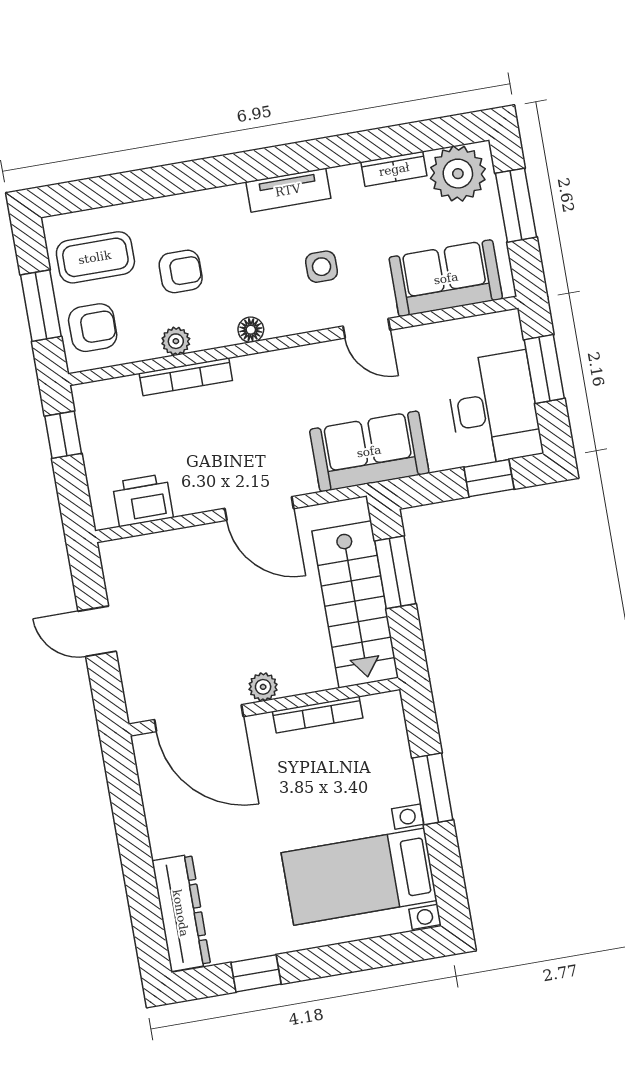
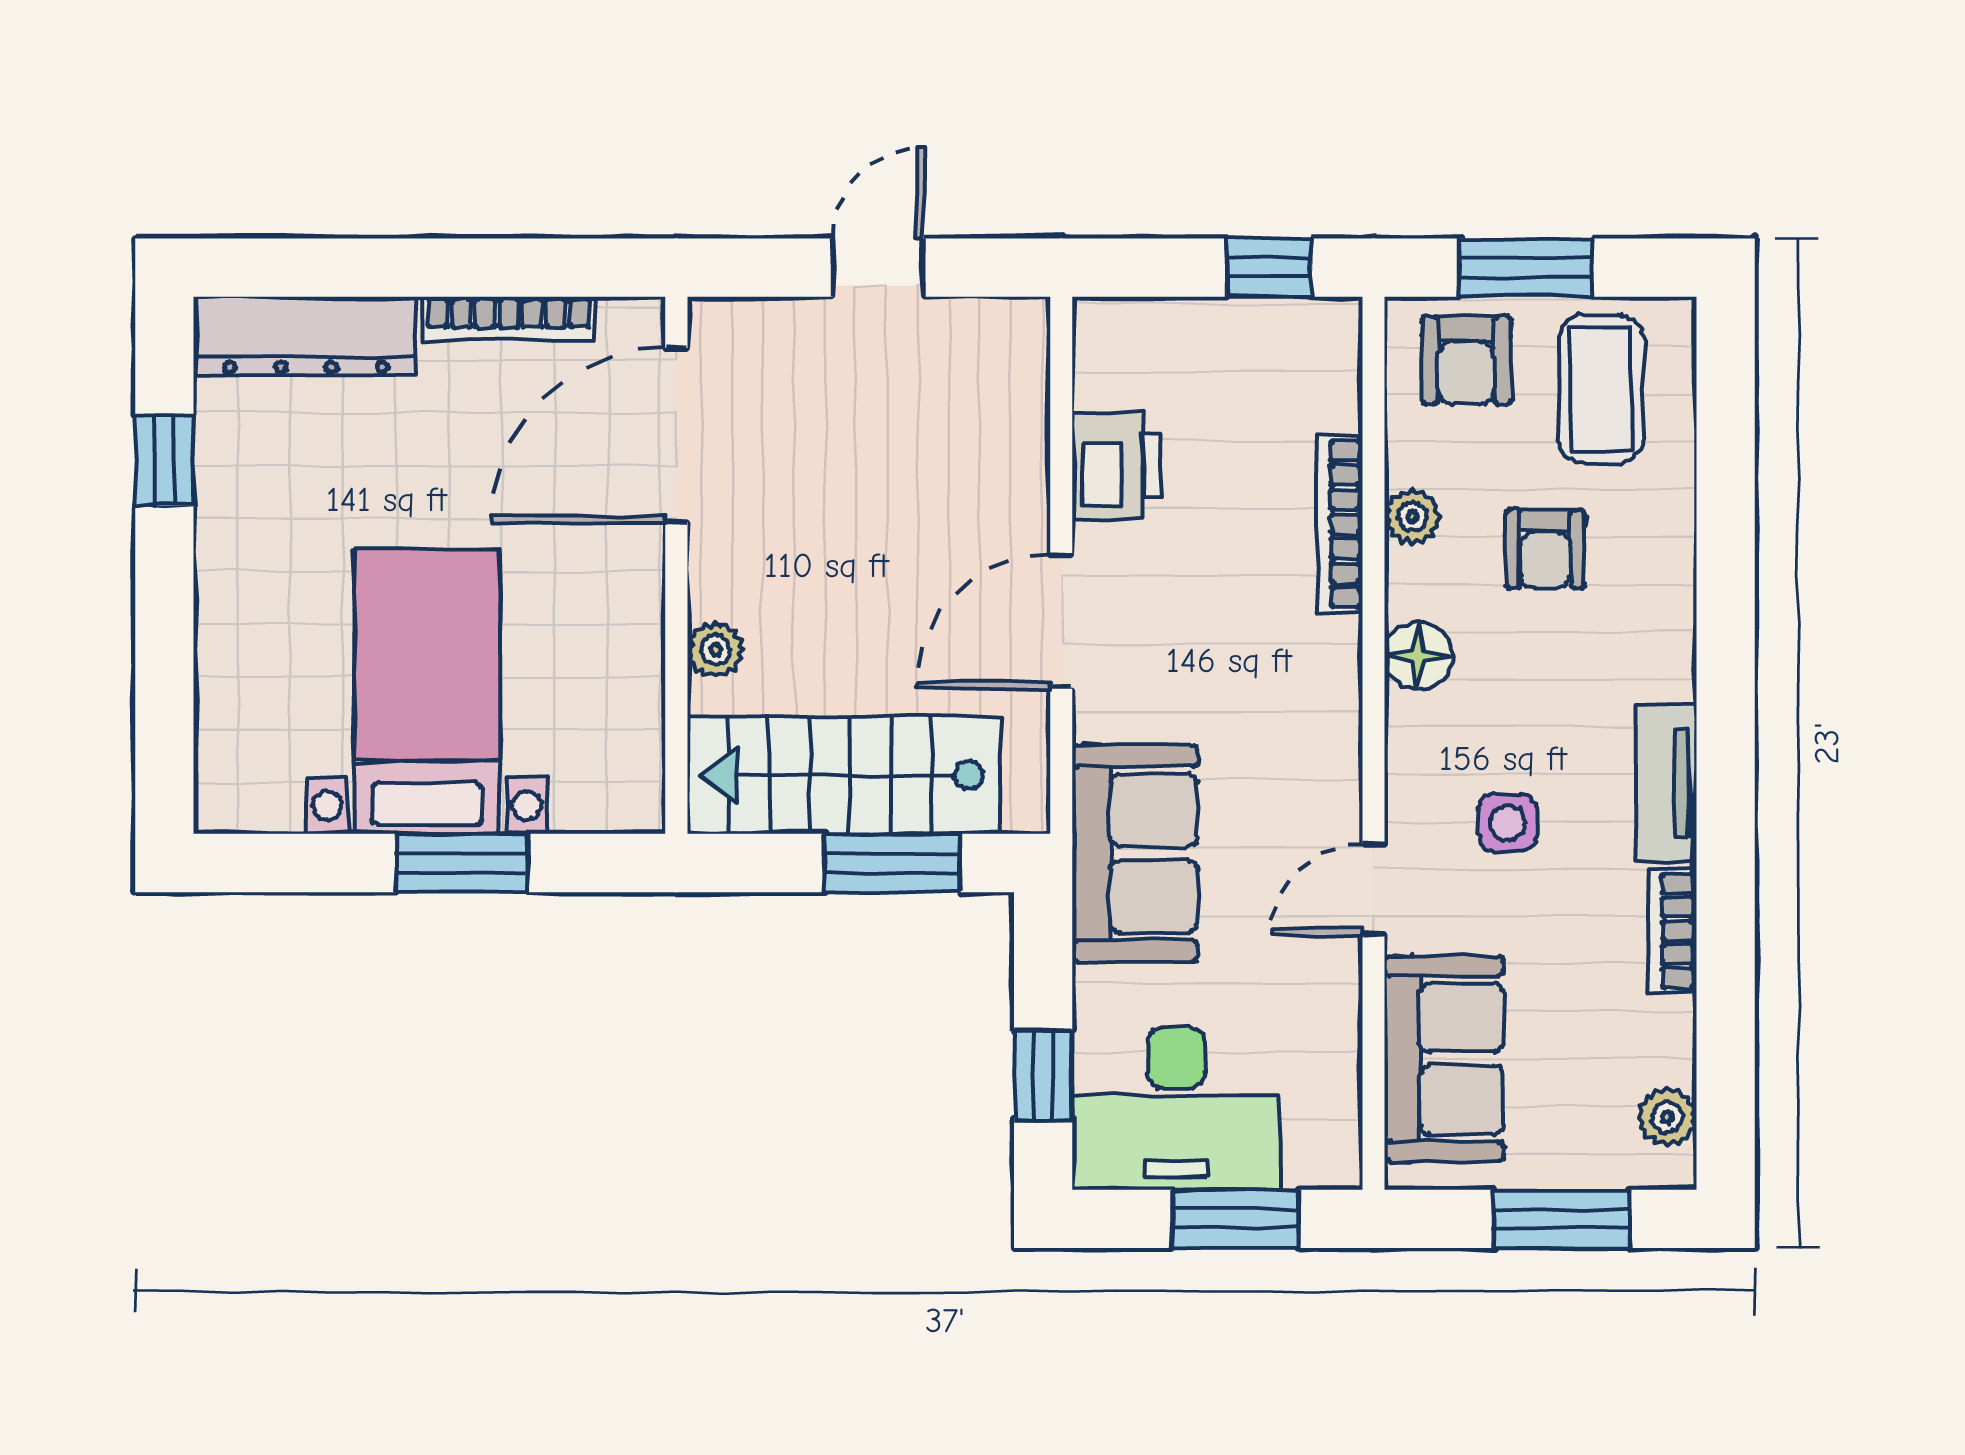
bookcase: (394, 169) -> (1672, 931), moved
plant: (458, 174) -> (1667, 1117), width x0.53, depth x0.53
floor lamp: (251, 330) -> (1419, 656), width x1.37, depth x1.37
printer: (143, 500) -> (1116, 466), moved
plant: (263, 687) -> (715, 650), moved
bookcase: (318, 715) -> (509, 319), moved, turned -90
bed with nightstands: (359, 877) -> (427, 692), moved

